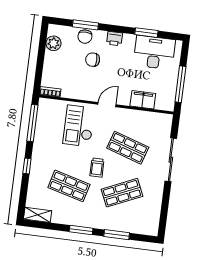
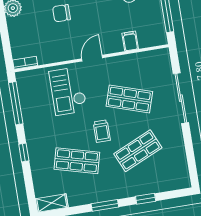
filing cabinet: (143, 100) -> (130, 41), width x0.50
window: (117, 235) -> (146, 199), width x0.67

